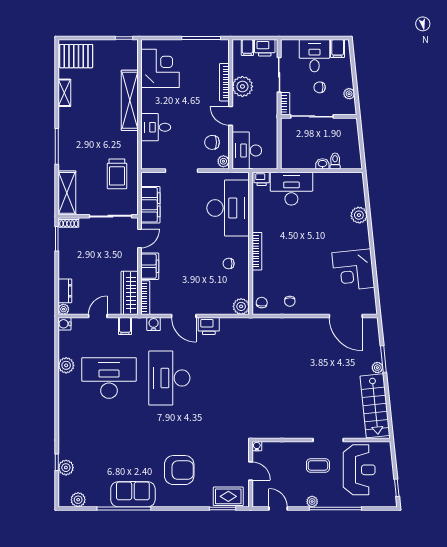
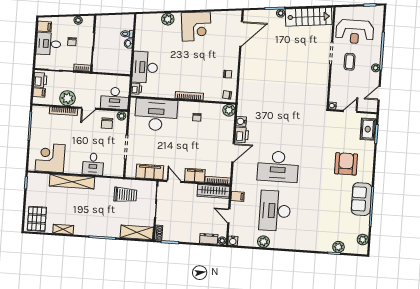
corner desk: (353, 270) -> (196, 26), moved
water cooler: (154, 324) -> (241, 121), moved
reception desk: (359, 470) -> (355, 32), turned 180

